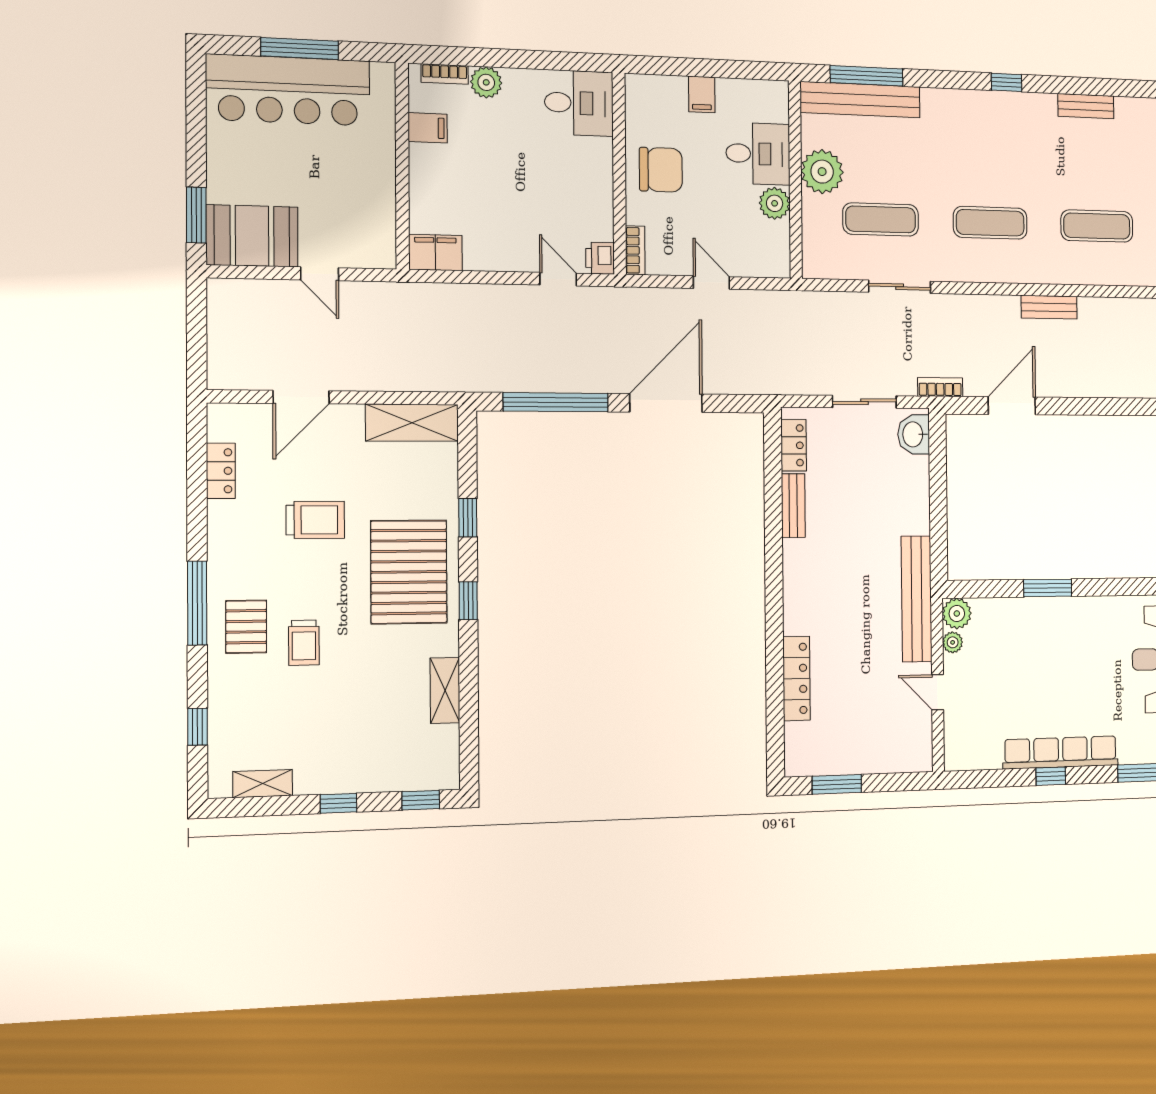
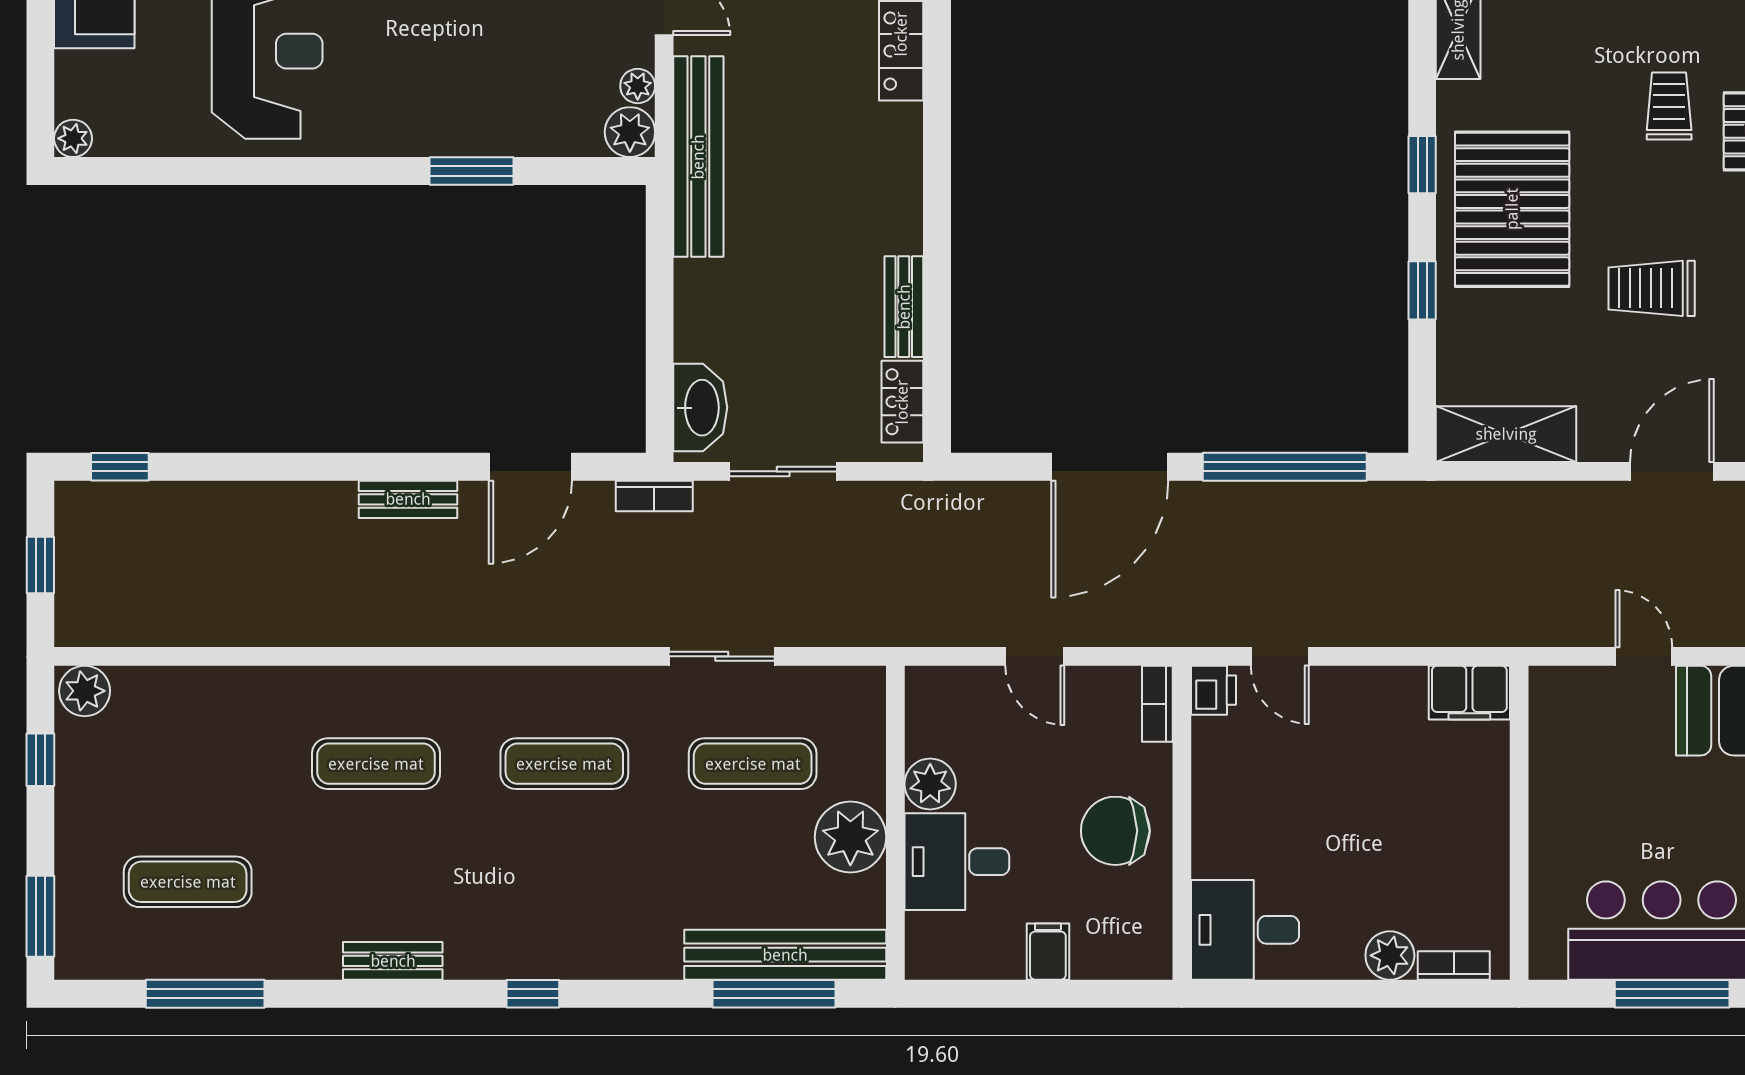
filing cabinet: (428, 128) -> (1480, 882), removed
bench: (1049, 307) -> (408, 499), moved
washbasin: (914, 434) -> (700, 408), width x1.38

